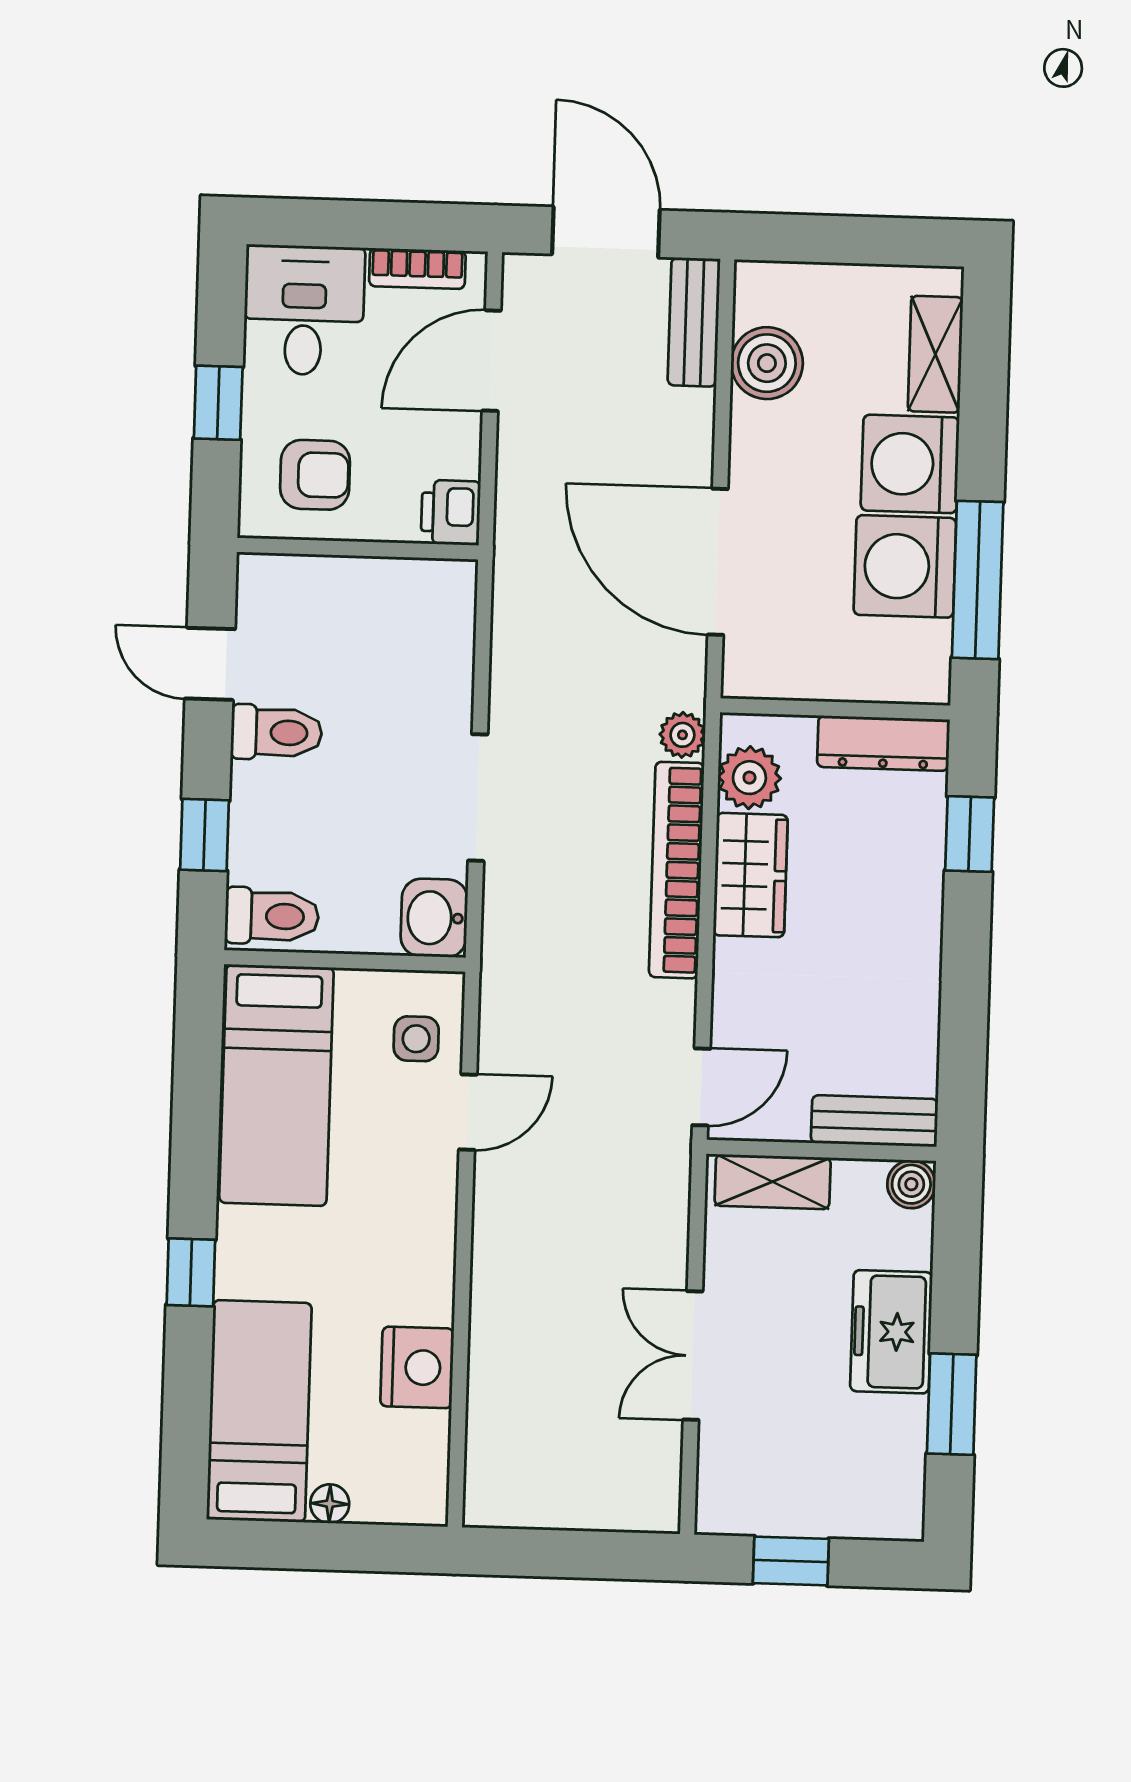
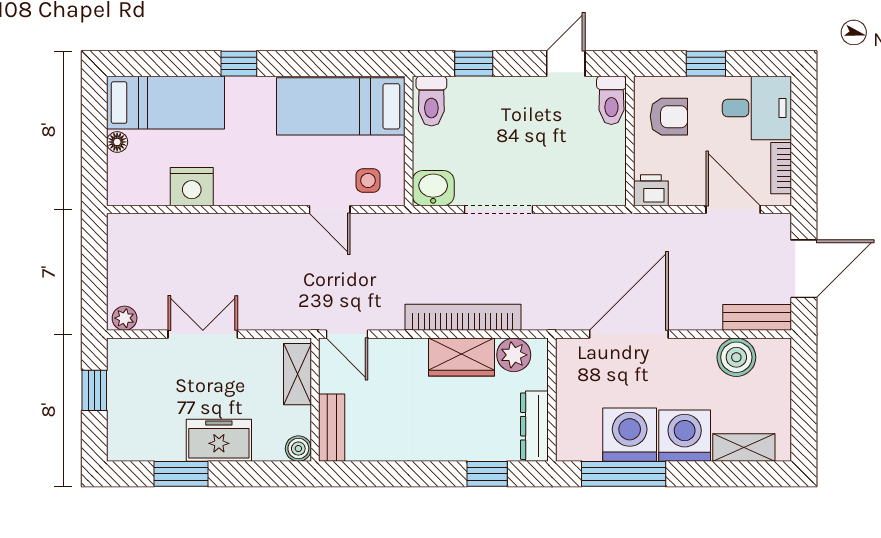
armchair: (315, 475) -> (669, 117), turned -90
toilet: (276, 732) -> (611, 100), moved
plant: (682, 735) -> (125, 318), moved

